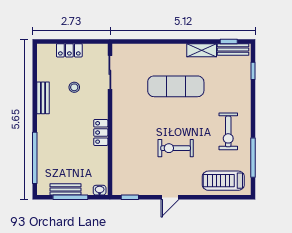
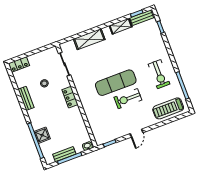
locker: (69, 50) -> (19, 65), moved
shelving: (154, 52) -> (89, 39), added
exercise mat: (176, 86) -> (116, 83), moved
locker: (101, 132) -> (70, 97), moved
shower: (46, 154) -> (42, 135), added

